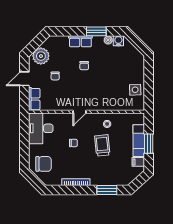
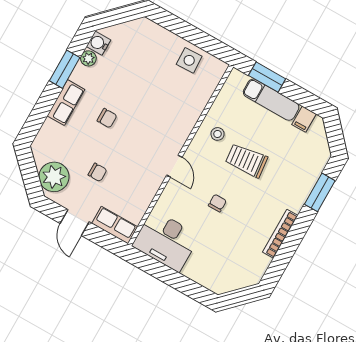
window: (149, 144) -> (267, 77), moved
chair: (44, 164) -> (224, 268), removed

